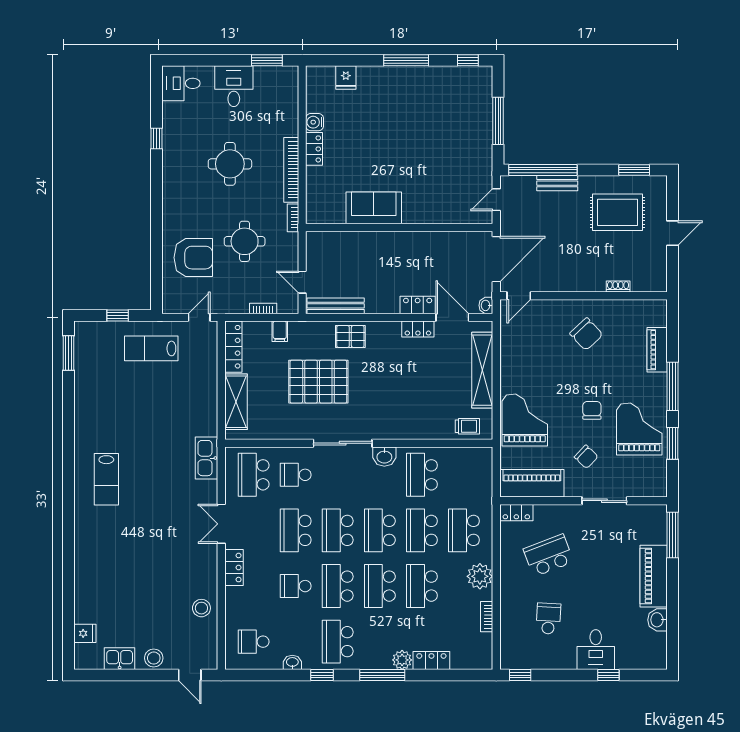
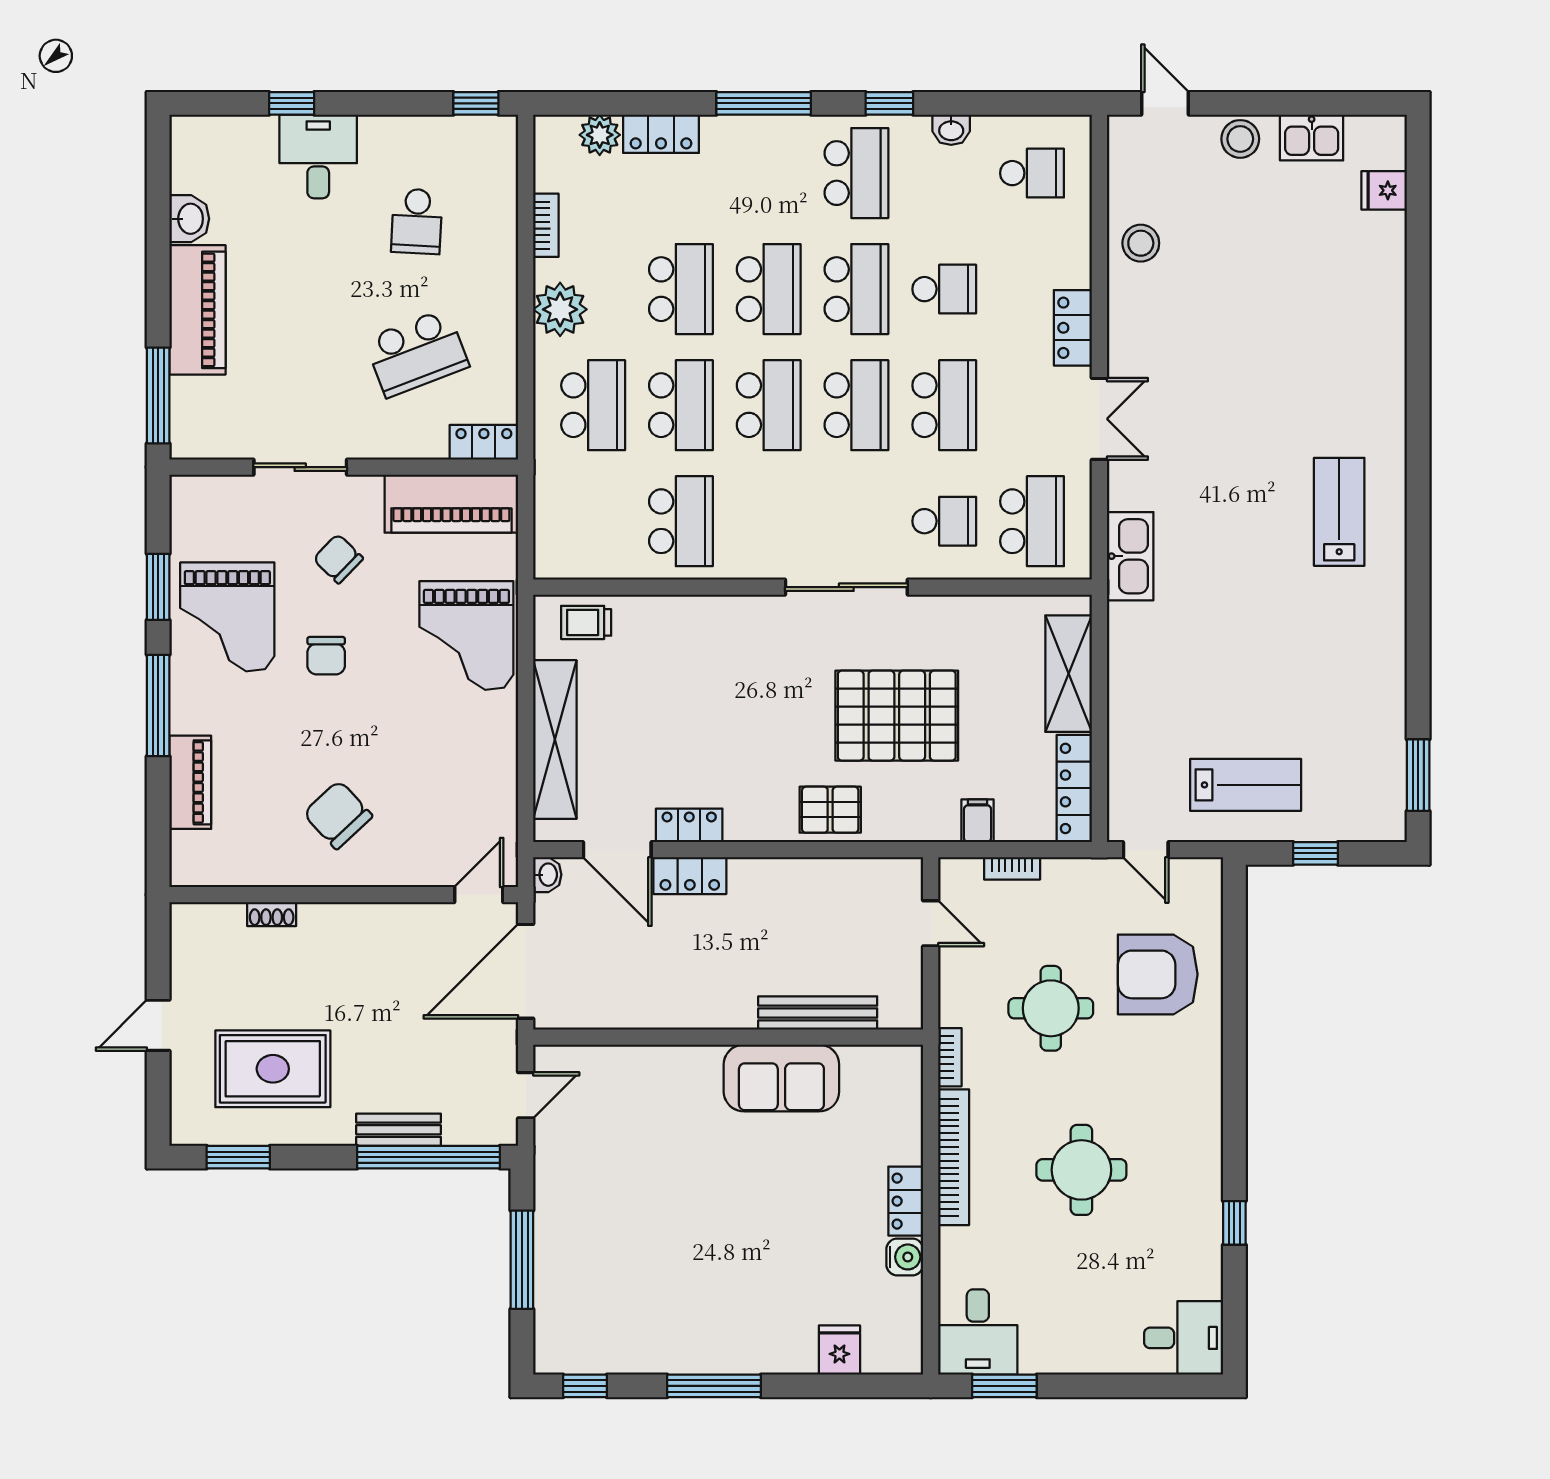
desk: (234, 86) -> (978, 1332), moved
bench: (336, 306) -> (818, 1013), moved
door: (199, 317) -> (1146, 850), hinge flipped
washbasin: (384, 457) -> (759, 559), removed
plant: (402, 660) -> (600, 135), moved

